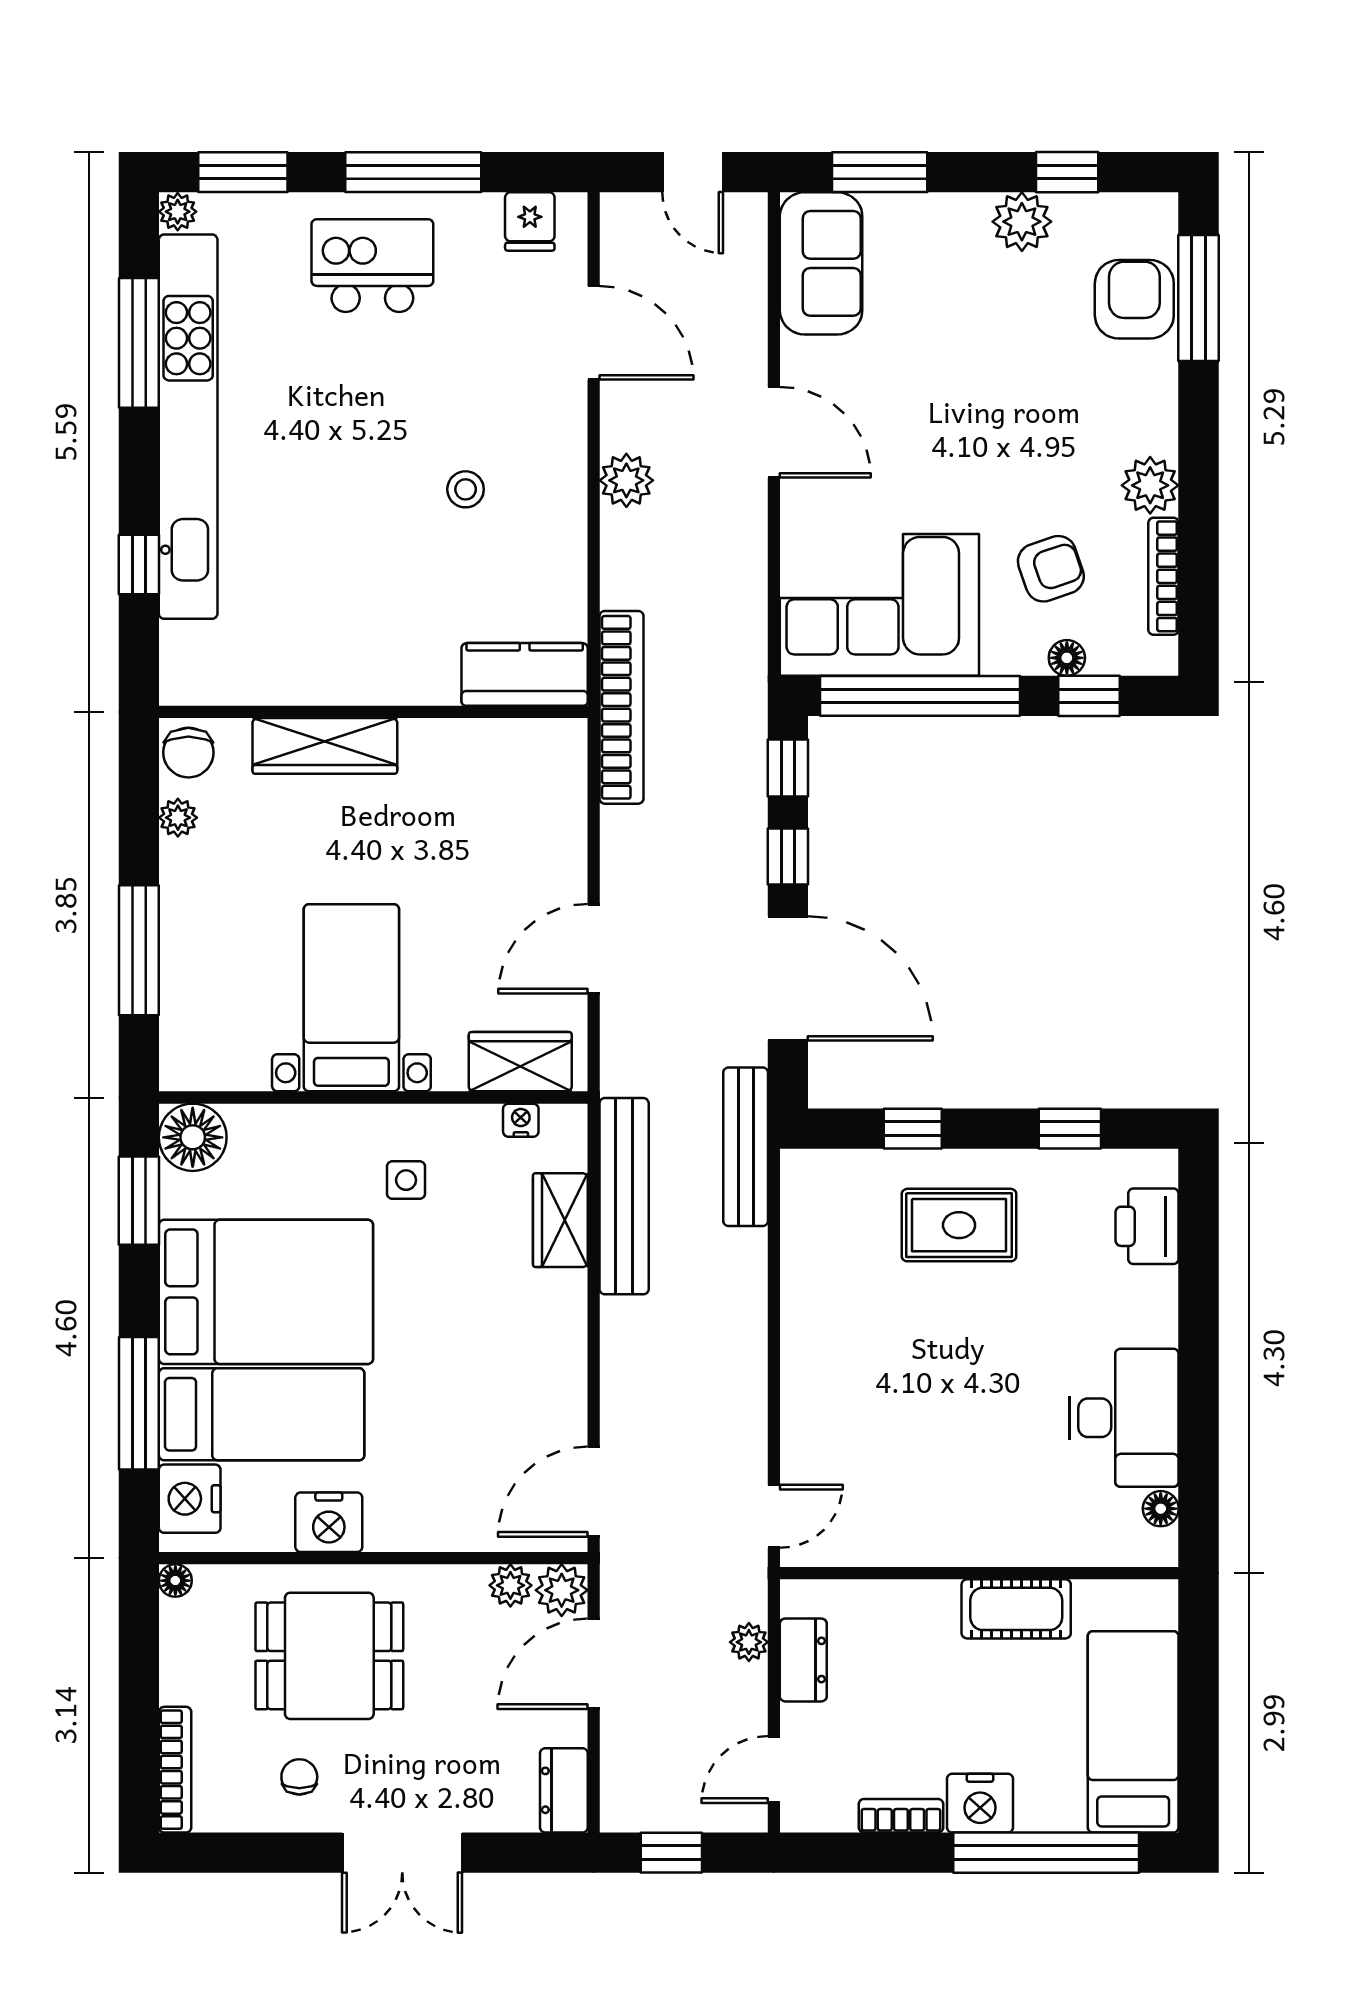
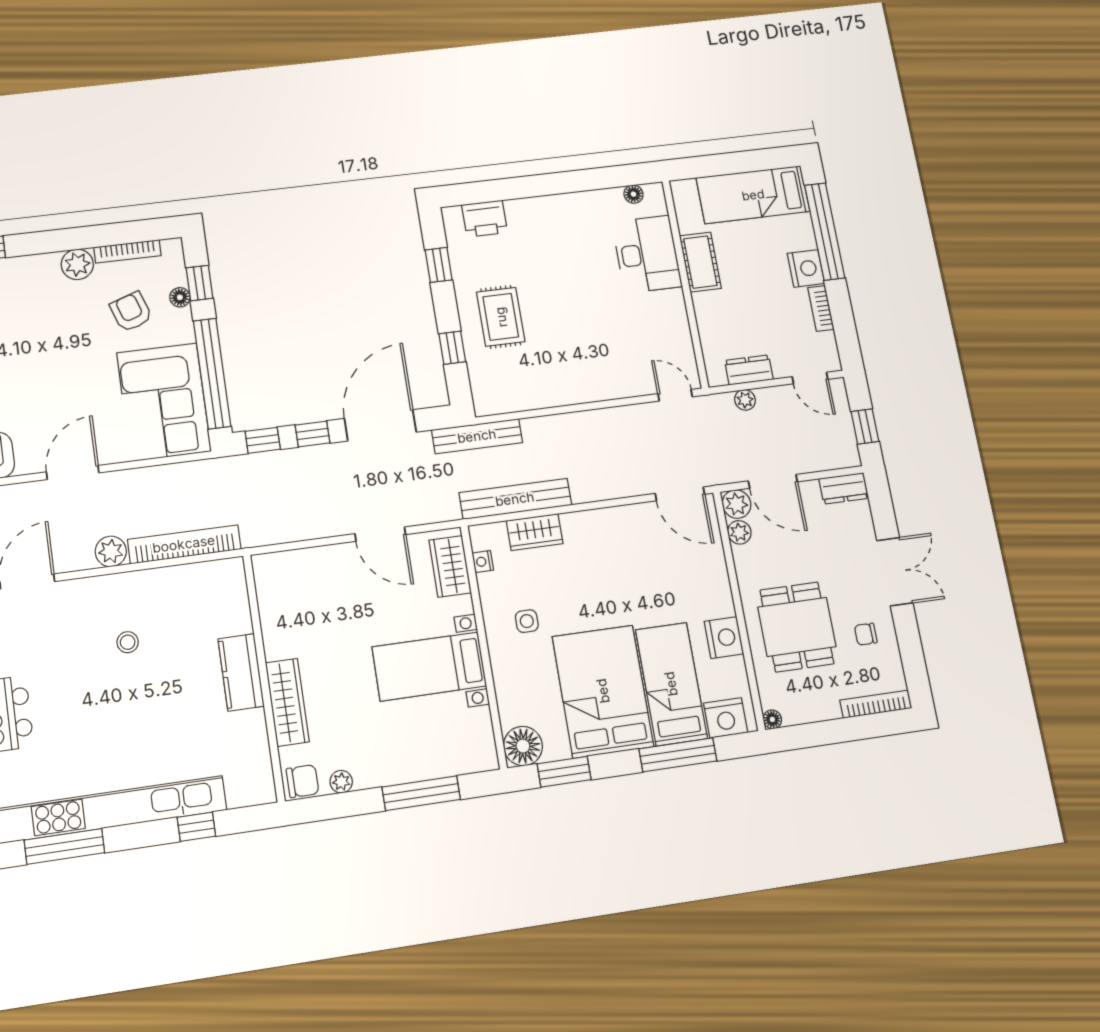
kitchen counter: (525, 674) -> (241, 672), moved
bookcase: (622, 707) -> (184, 544), moved
desk: (1124, 1418) -> (647, 254), moved, turned 90

